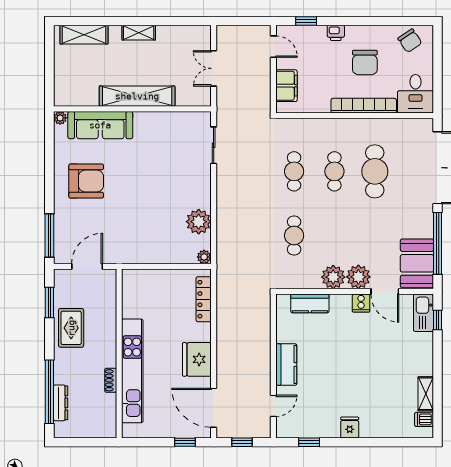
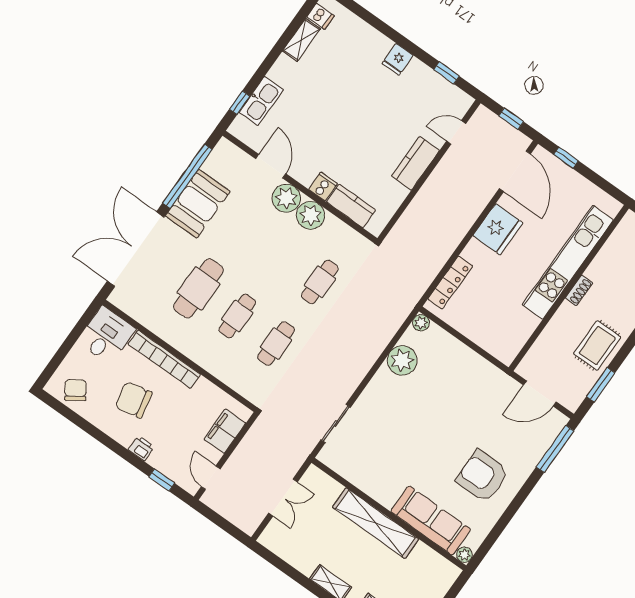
chair: (365, 62) -> (134, 400), turned -102
booth: (417, 263) -> (198, 204), moved
cooker: (361, 303) -> (323, 187), moved
kitchen sink: (423, 313) -> (261, 101), moved
shoe rack: (111, 380) -> (579, 290), moved

